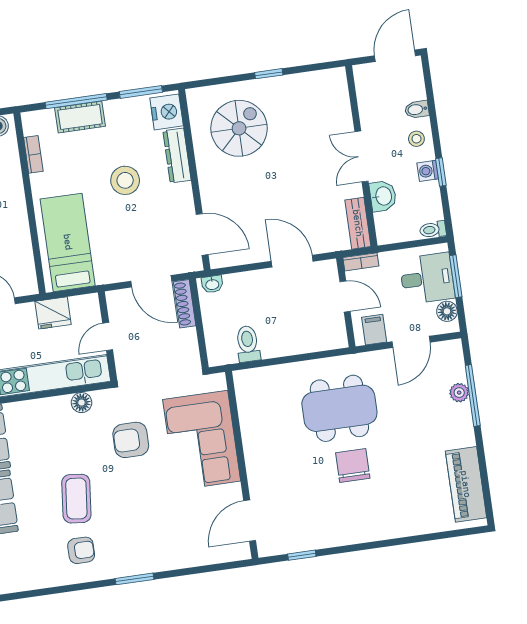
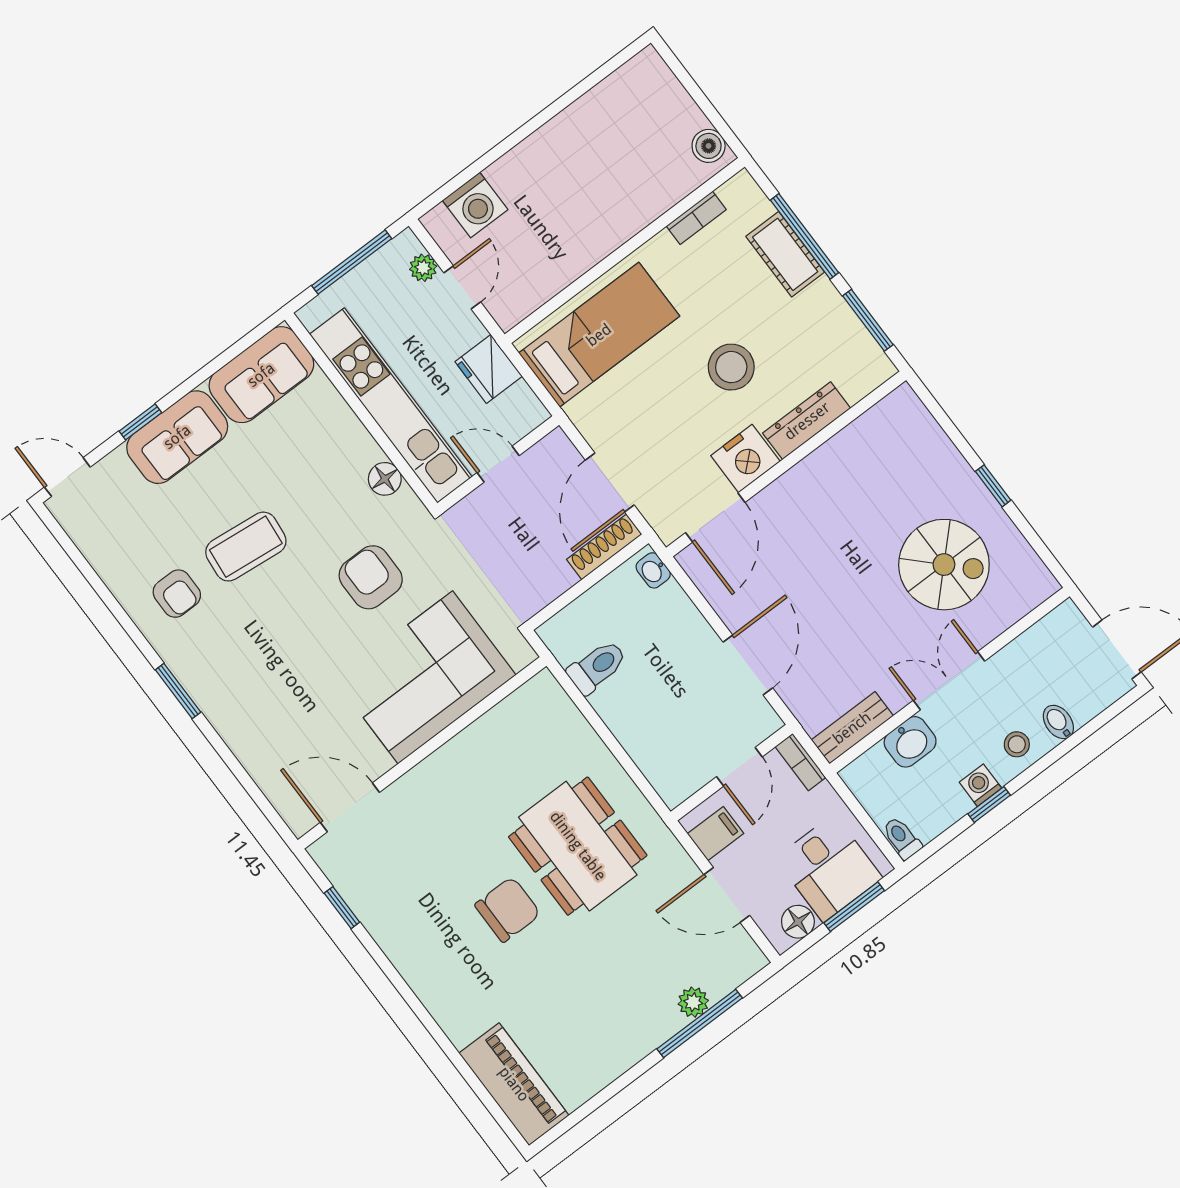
nightstand: (167, 112) -> (745, 459), moved
spiral stairs: (239, 128) -> (944, 565), moved
piano: (466, 484) -> (514, 1084), moved, turned 90

